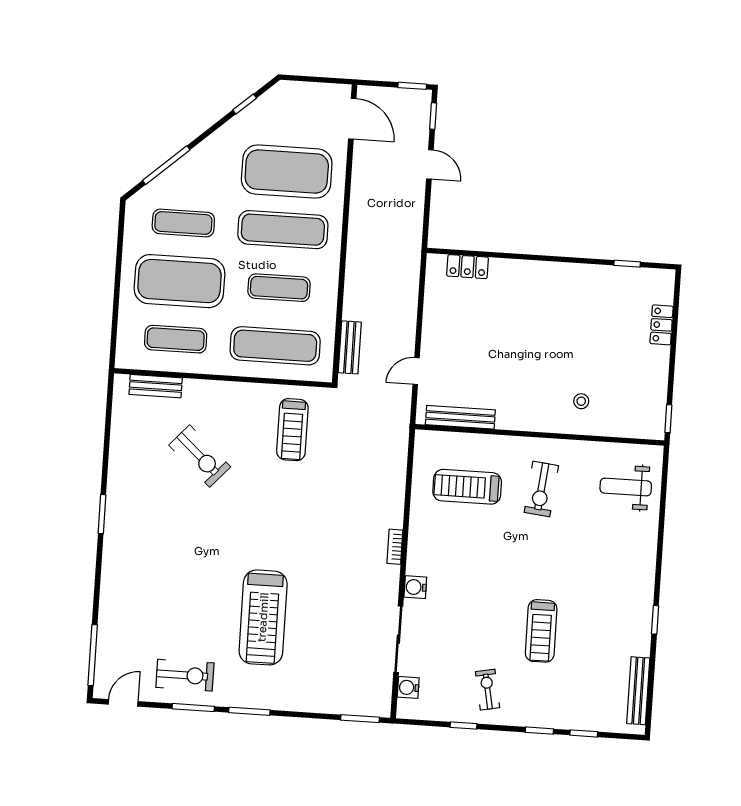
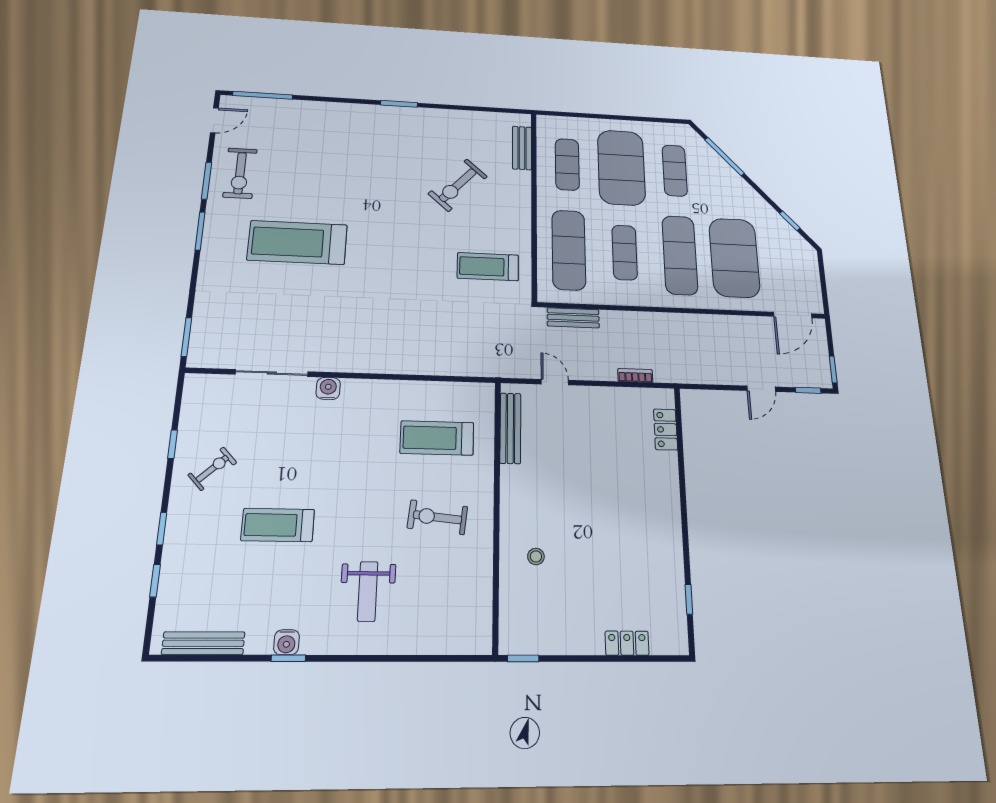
treadmill: (467, 487) -> (437, 438), turned -90
weight bench: (626, 487) -> (368, 591), moved, turned 180
bookcase: (395, 547) -> (635, 375), moved
water cooler: (408, 687) -> (287, 642), moved, turned 180
exercise bike: (488, 690) -> (212, 469), turned -32
door: (123, 703) -> (214, 120), hinge flipped

